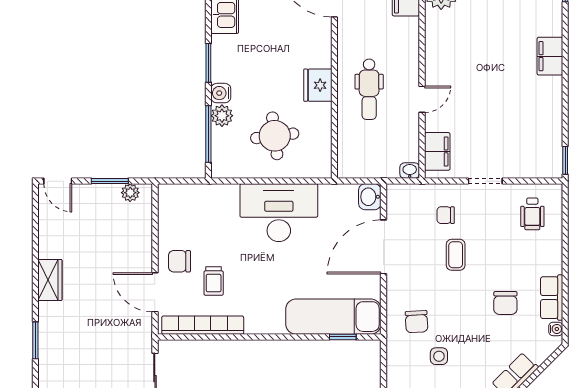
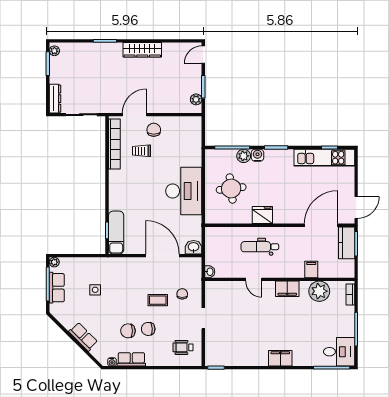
filing cabinet: (437, 151) -> (287, 289), moved
wardrobe: (50, 280) -> (142, 50), width x1.50
exam couch: (333, 317) -> (116, 232), width x0.73, depth x0.69
chair: (417, 322) -> (148, 329), moved

